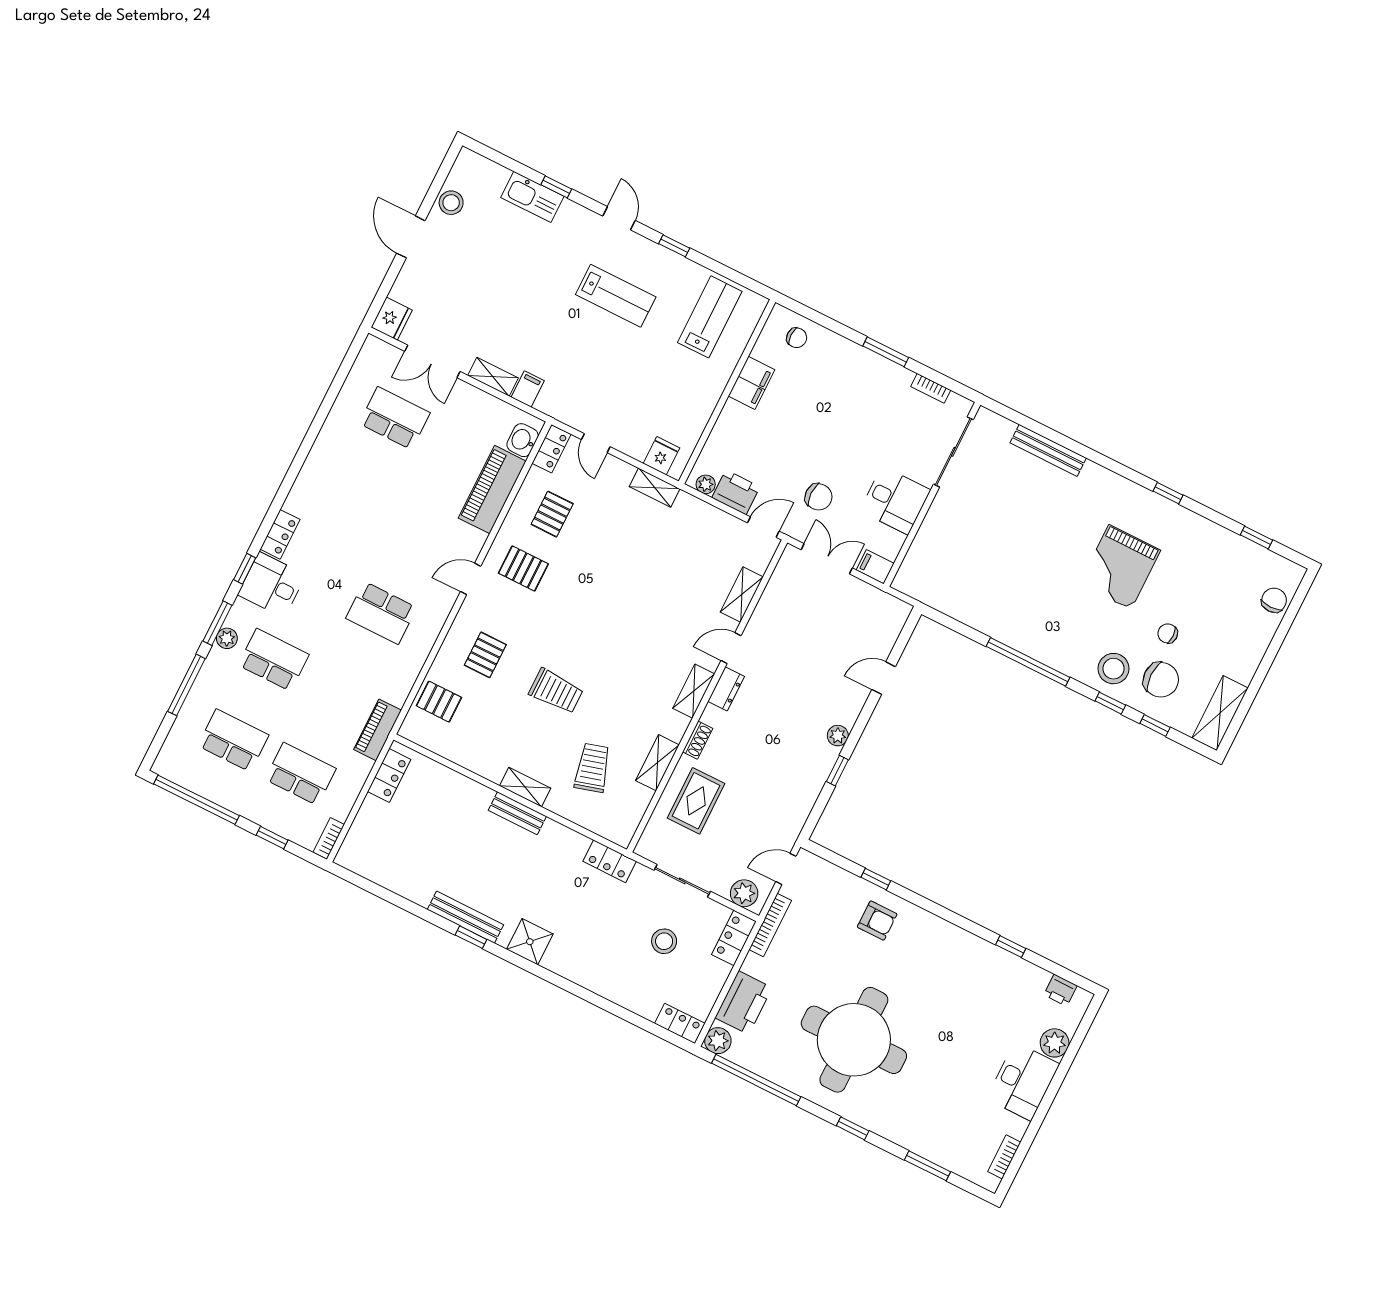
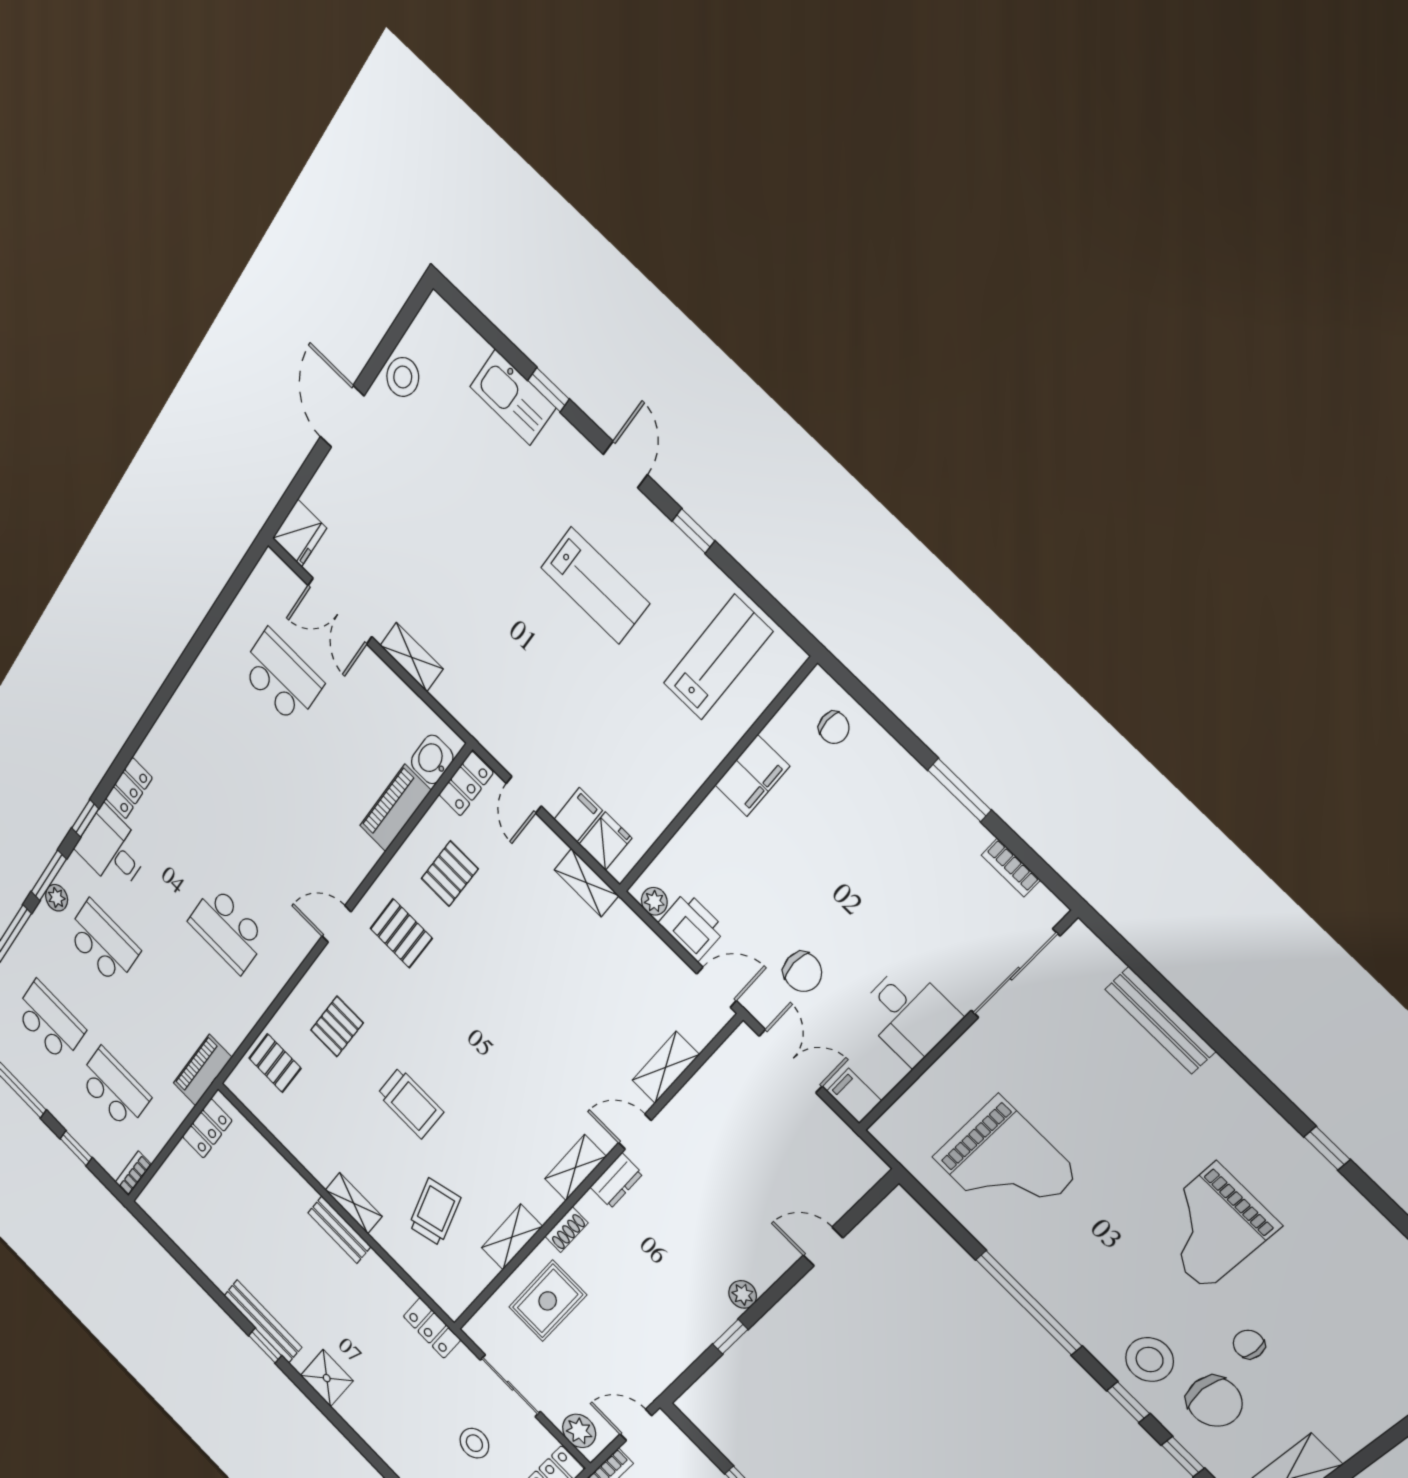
filing cabinet: (528, 389) -> (578, 815), moved
piano: (492, 490) -> (395, 808), width x0.73, depth x0.75
grand piano: (985, 576) -> (1006, 1166), added

